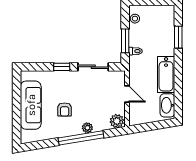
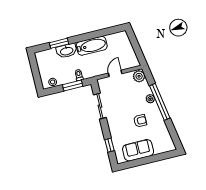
window: (62, 67) -> (110, 145), moved
sofa: (31, 105) -> (138, 150), width x0.73
washbasin: (167, 105) -> (67, 51), moved

